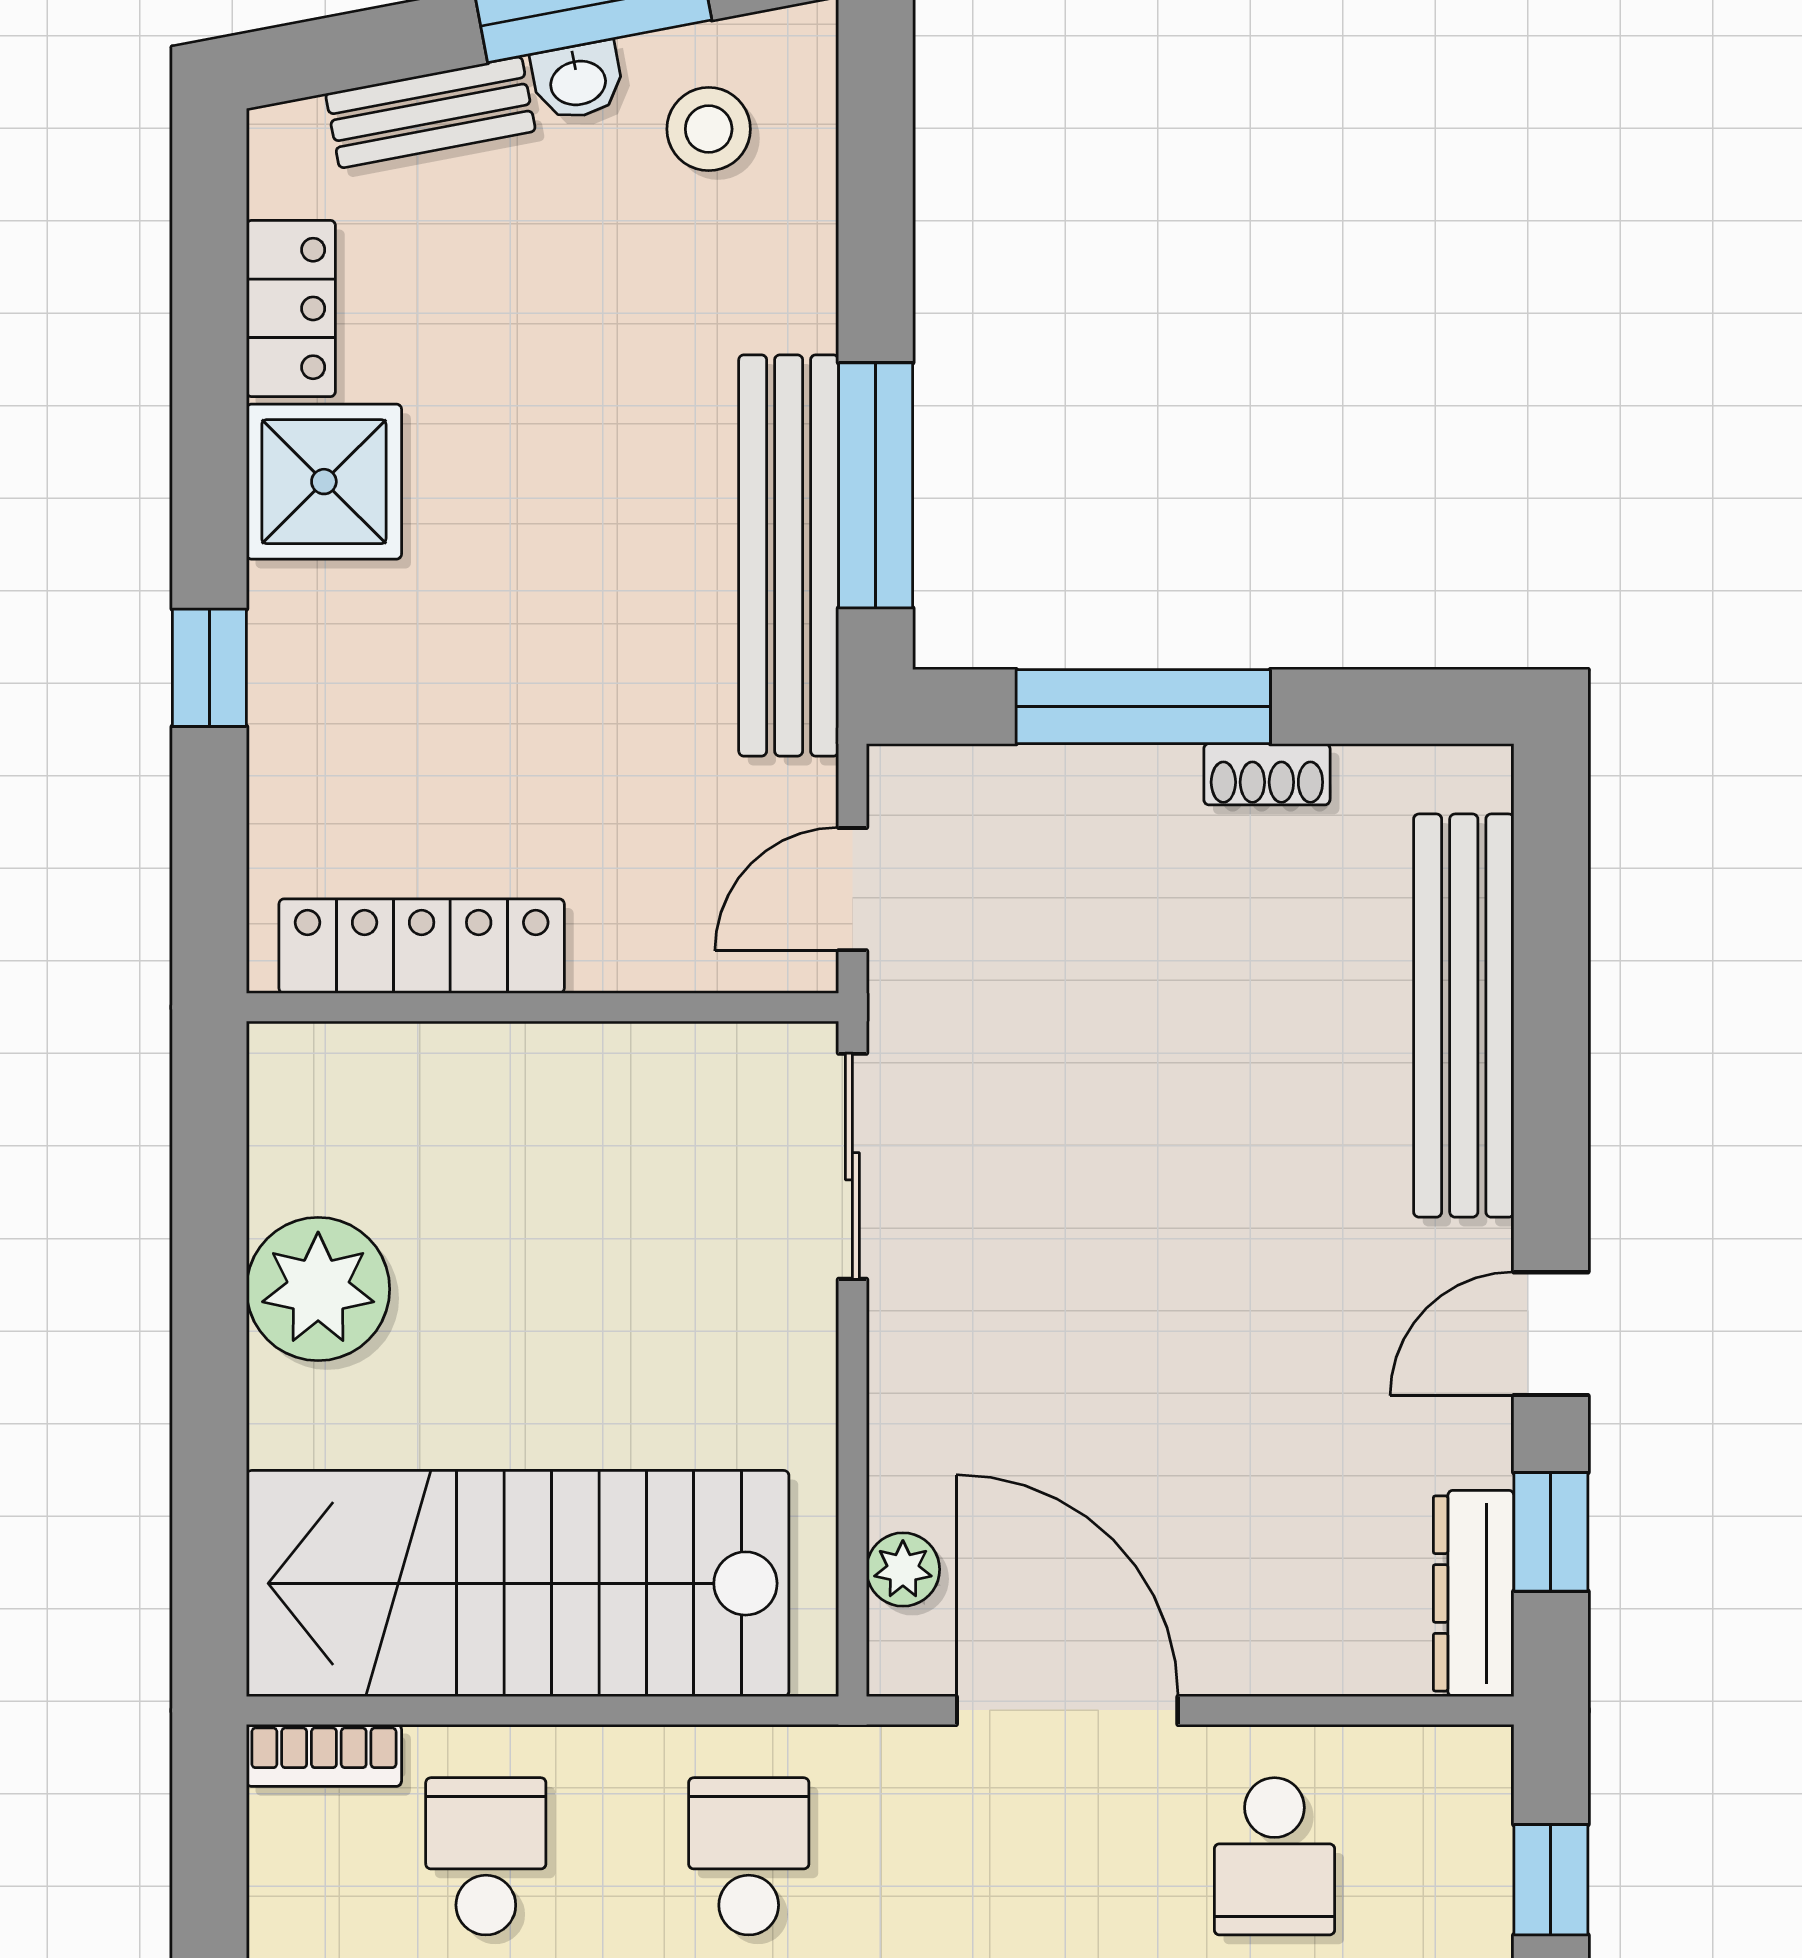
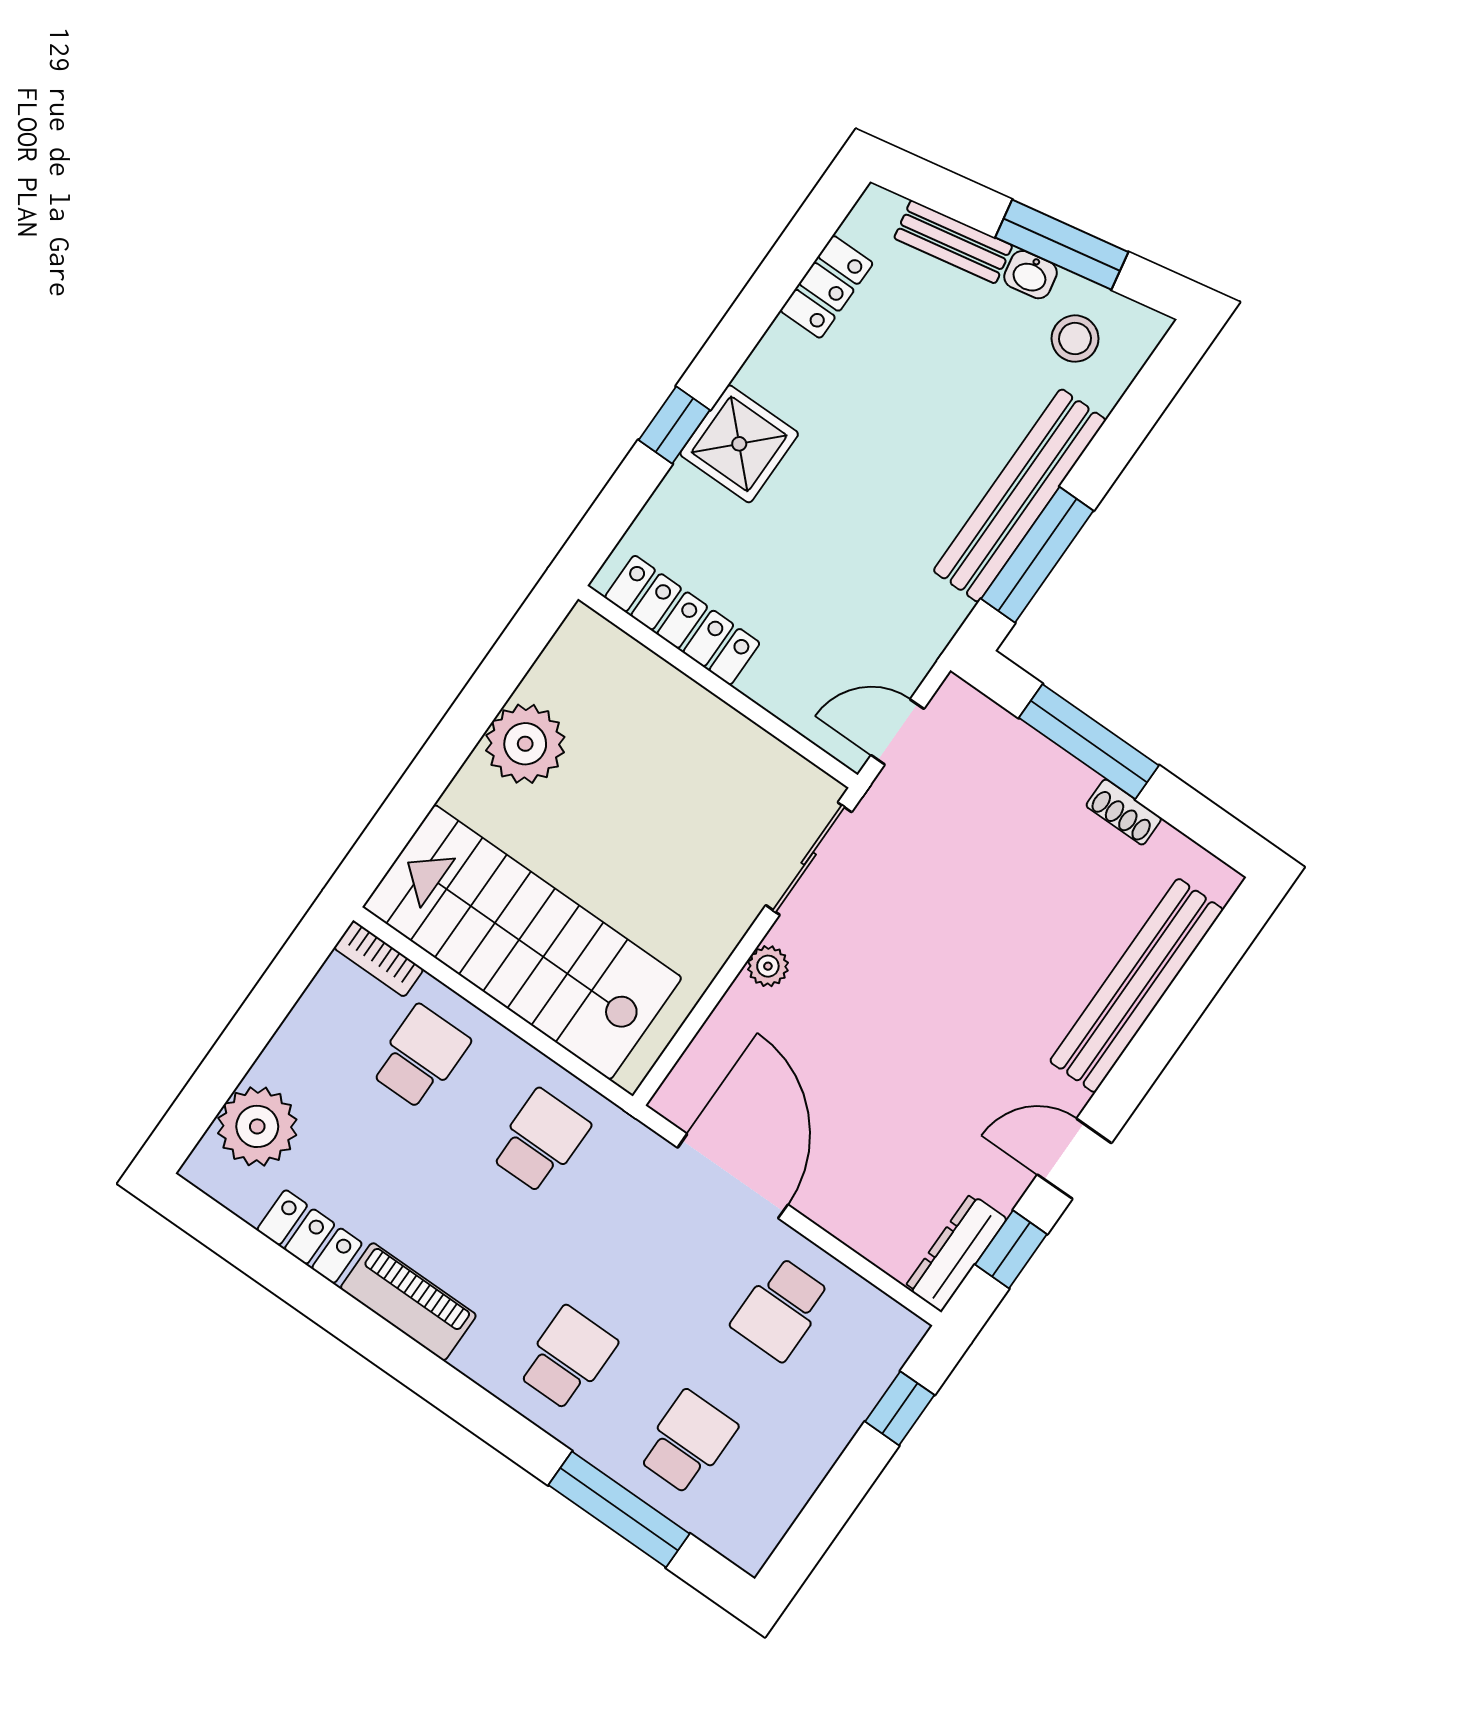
shower: (324, 482) -> (739, 444), moved
bench: (789, 555) -> (1020, 495), moved
plant: (903, 1569) -> (768, 966), moved

